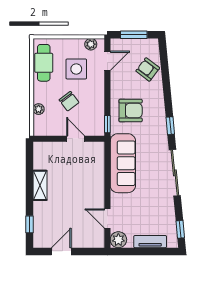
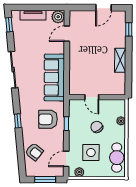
window: (107, 124) -> (66, 124), moved
window: (170, 126) -> (18, 121), moved
door: (107, 219) -> (67, 34), swing flipped

